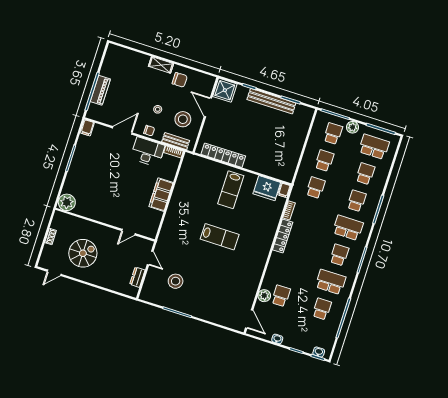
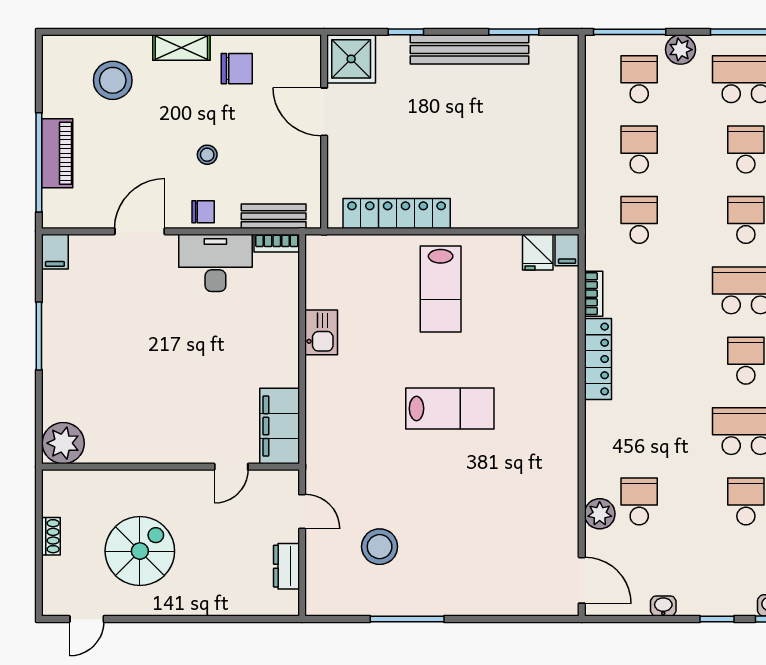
stool: (183, 119) -> (113, 80), moved
fridge: (267, 188) -> (538, 252), width x0.53, depth x0.75
kitchen sink: (180, 192) -> (321, 332), added
filing cabinet: (161, 195) -> (280, 426), moved

